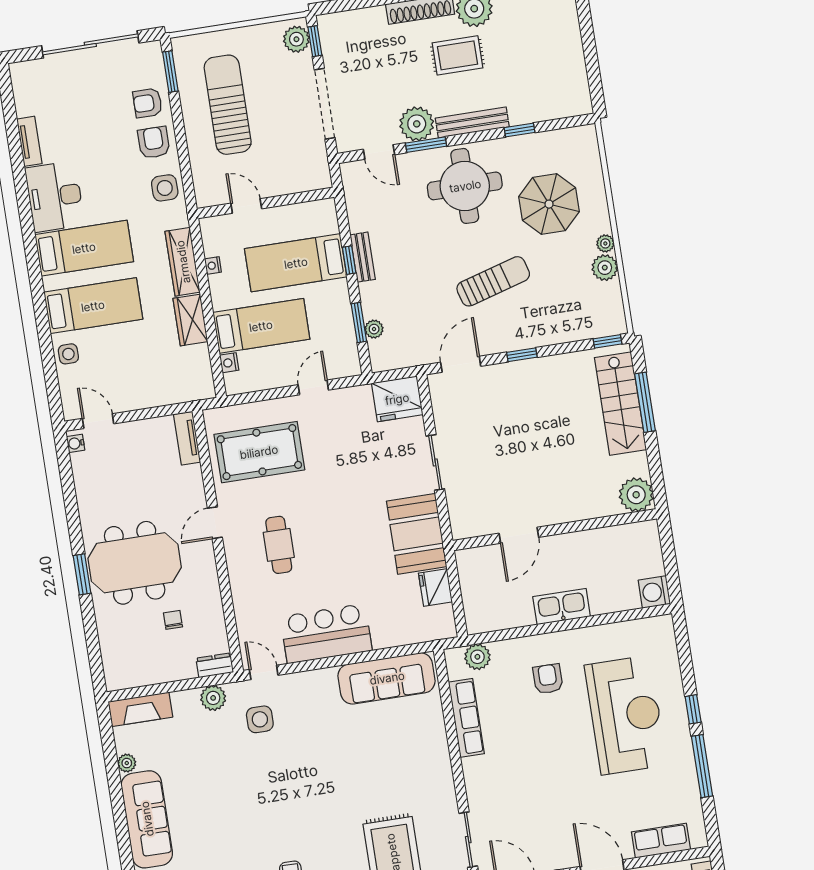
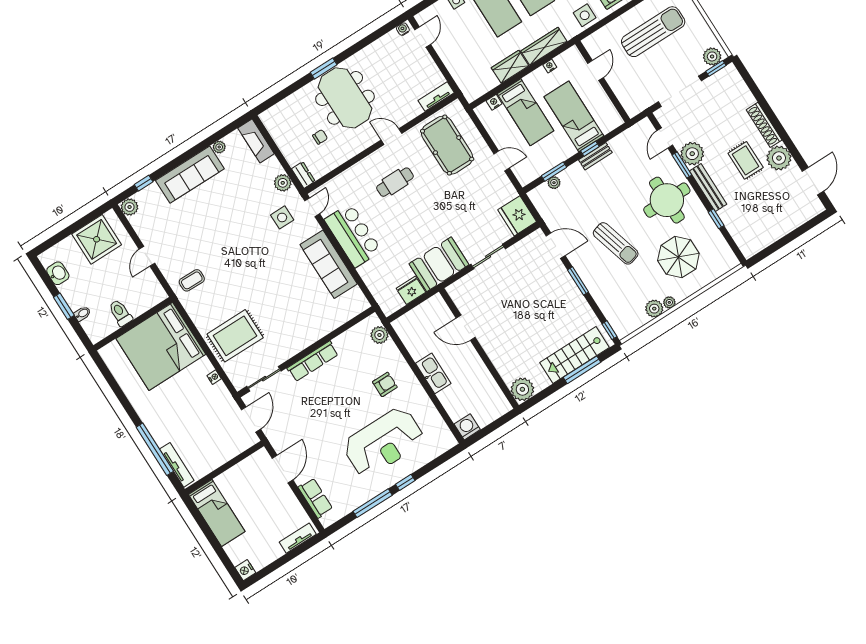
window: (522, 355) -> (578, 281), width x1.50
sofa: (387, 678) -> (329, 264), moved
row of seats: (466, 718) -> (313, 361), moved

